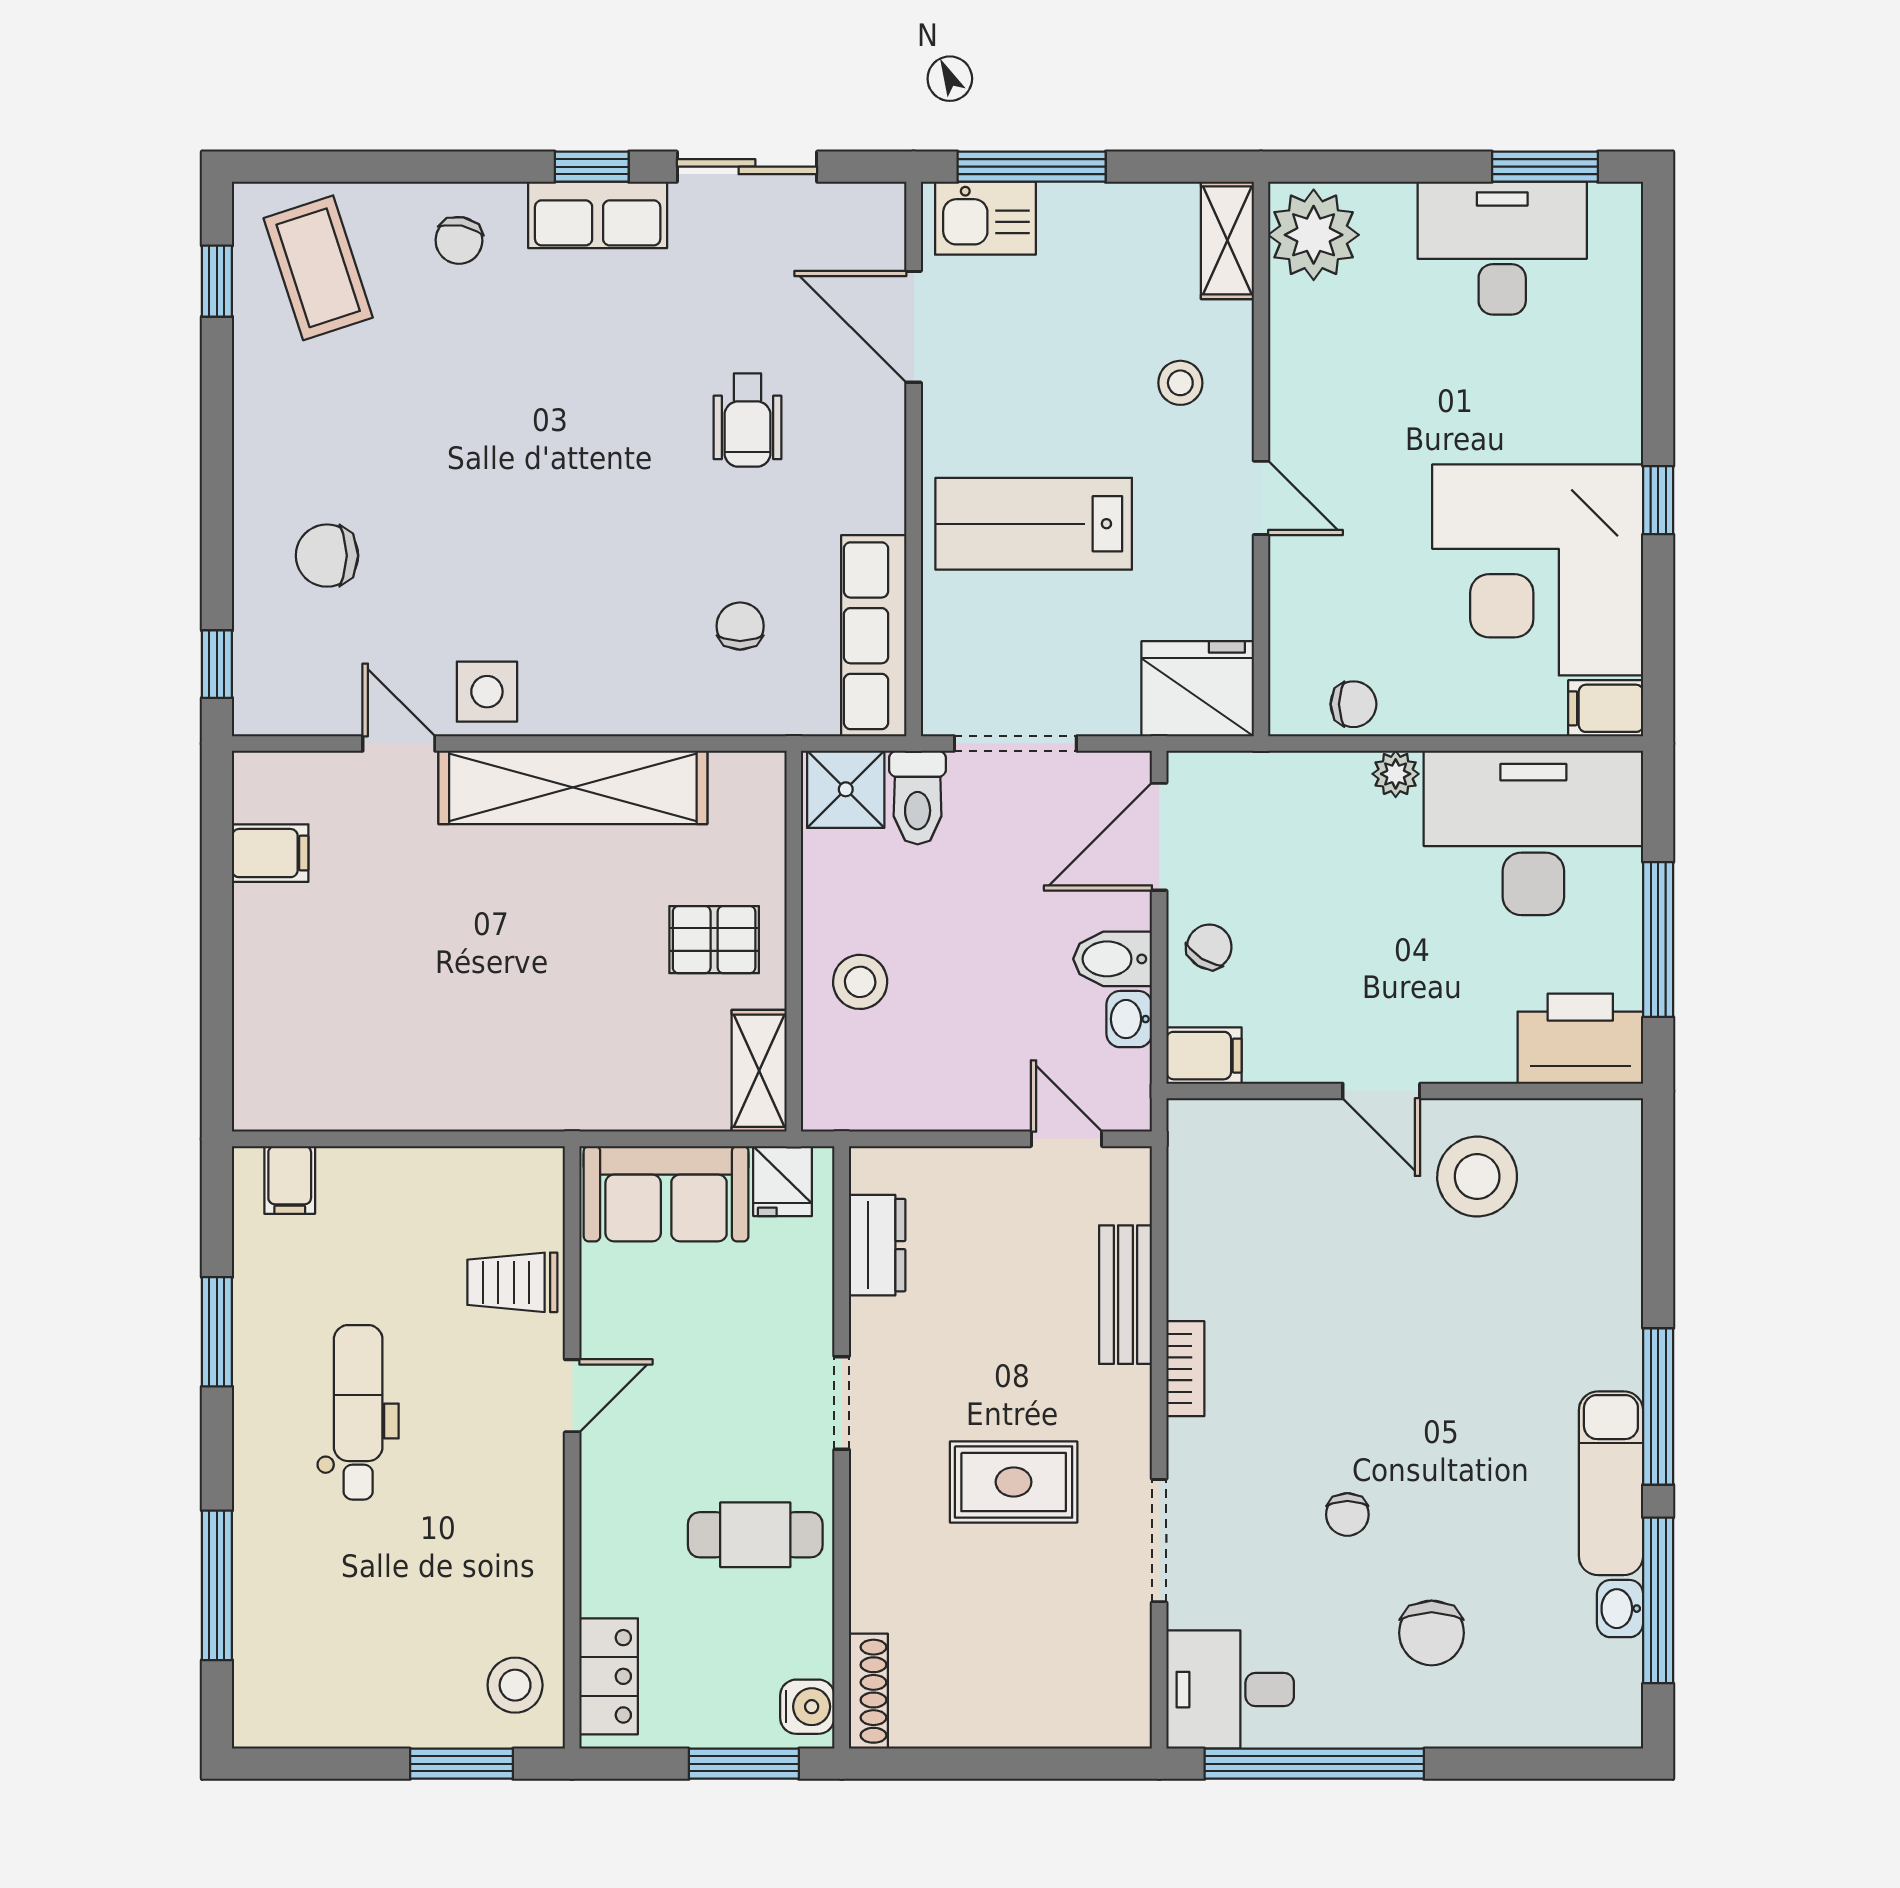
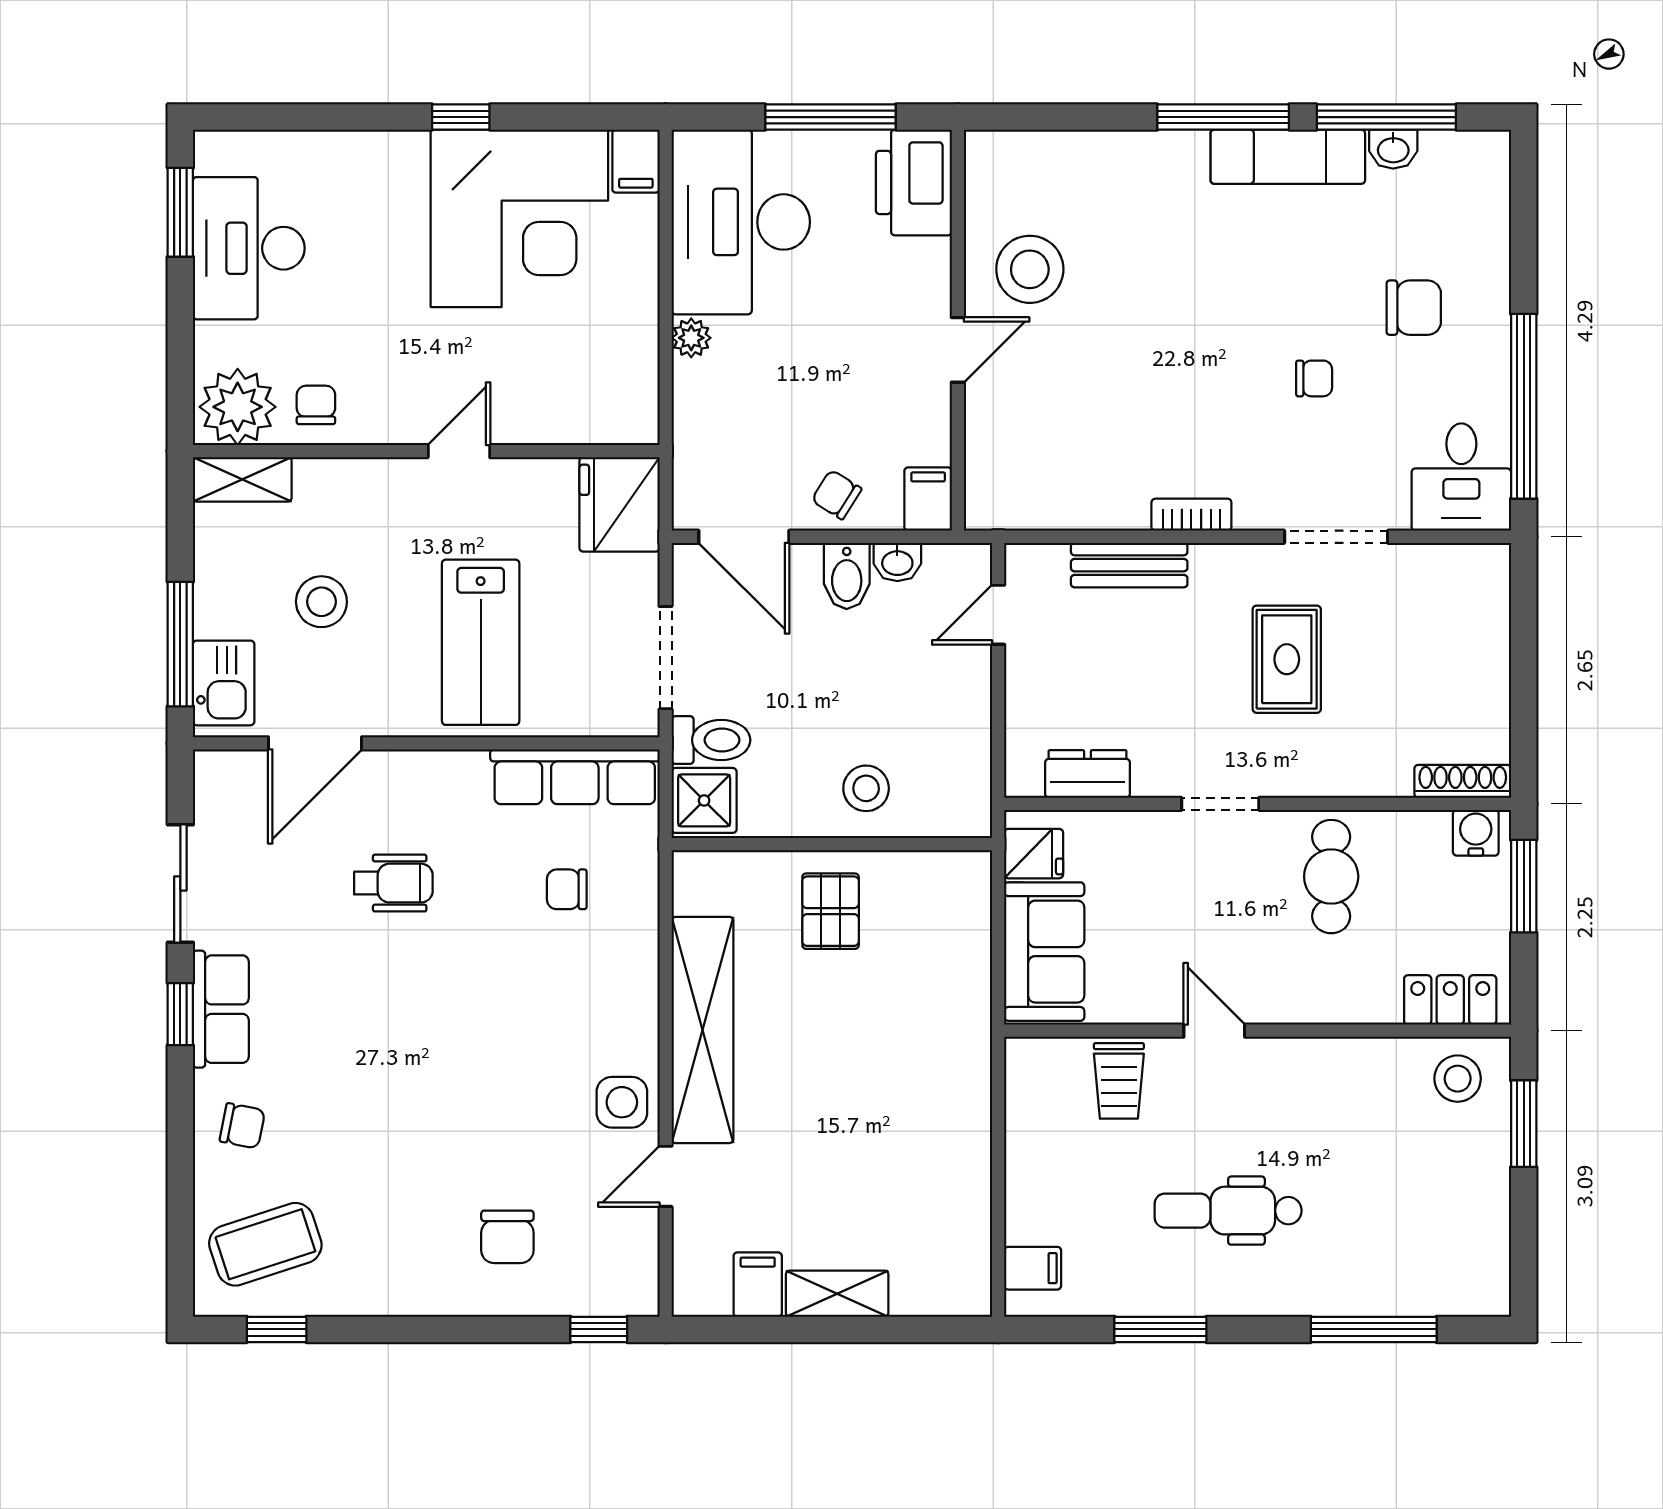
stool: (1180, 383) -> (321, 602), moved, width x1.37, depth x1.37
chair: (1353, 704) -> (316, 405), moved
shelving: (759, 1071) -> (837, 1294), moved

